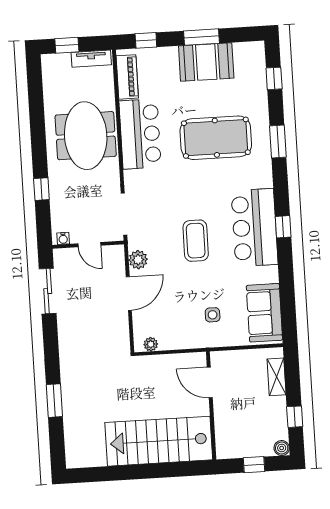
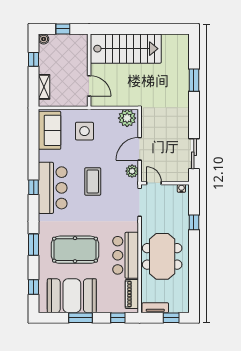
booth: (206, 62) -> (72, 296), width x1.36, depth x1.42
door: (89, 245) -> (154, 183), moved
side table: (213, 315) -> (84, 131), width x1.87, depth x1.87
plant: (151, 344) -> (127, 118), width x1.88, depth x1.88

